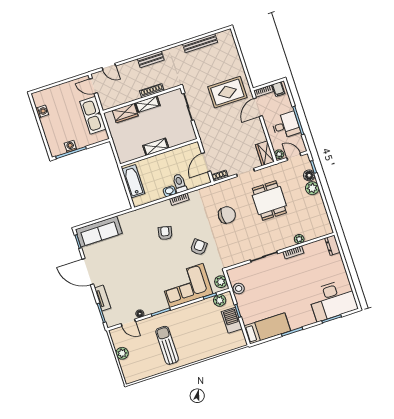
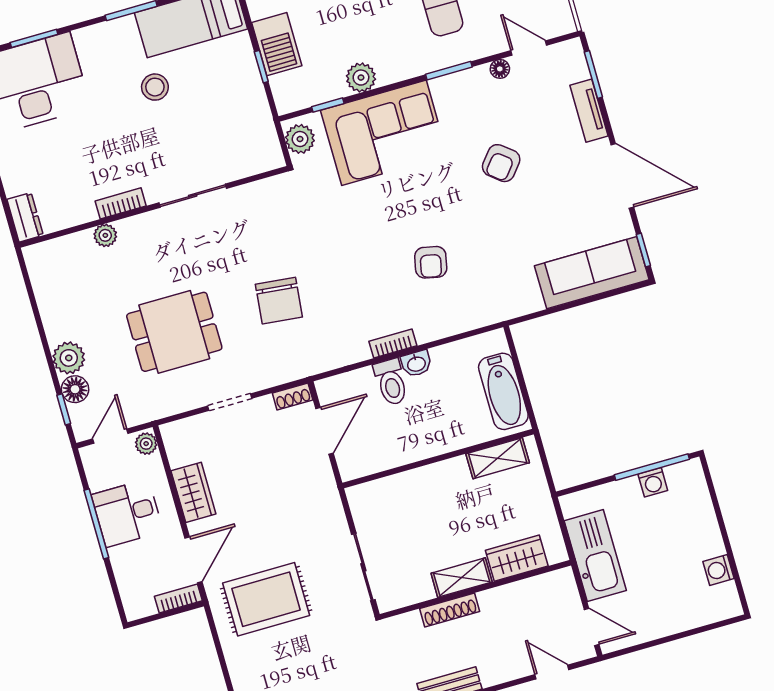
filing cabinet: (278, 89) -> (142, 602), removed
shelving: (156, 147) -> (498, 458), moved
wardrobe: (265, 153) -> (193, 492), moved
door: (294, 157) -> (110, 436), swing flipped
dining table: (269, 201) -> (174, 332), turned 90
chair: (227, 215) -> (279, 301), turned -84
armchair: (199, 247) -> (501, 163), moved
stool: (239, 288) -> (155, 87), moved
plant: (220, 300) -> (361, 78), moved

